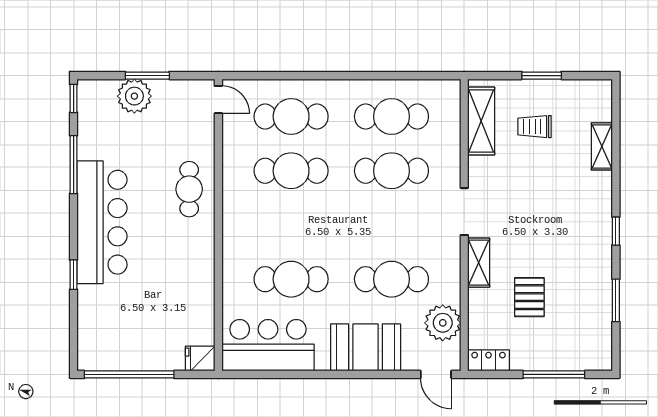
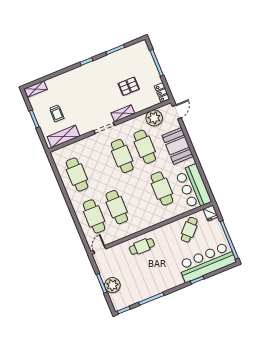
shelving: (602, 146) -> (36, 89), moved
cafe table: (391, 171) -> (122, 156), moved
bar counter: (102, 222) -> (207, 262), moved
cafe table: (184, 301) -> (189, 230), added

